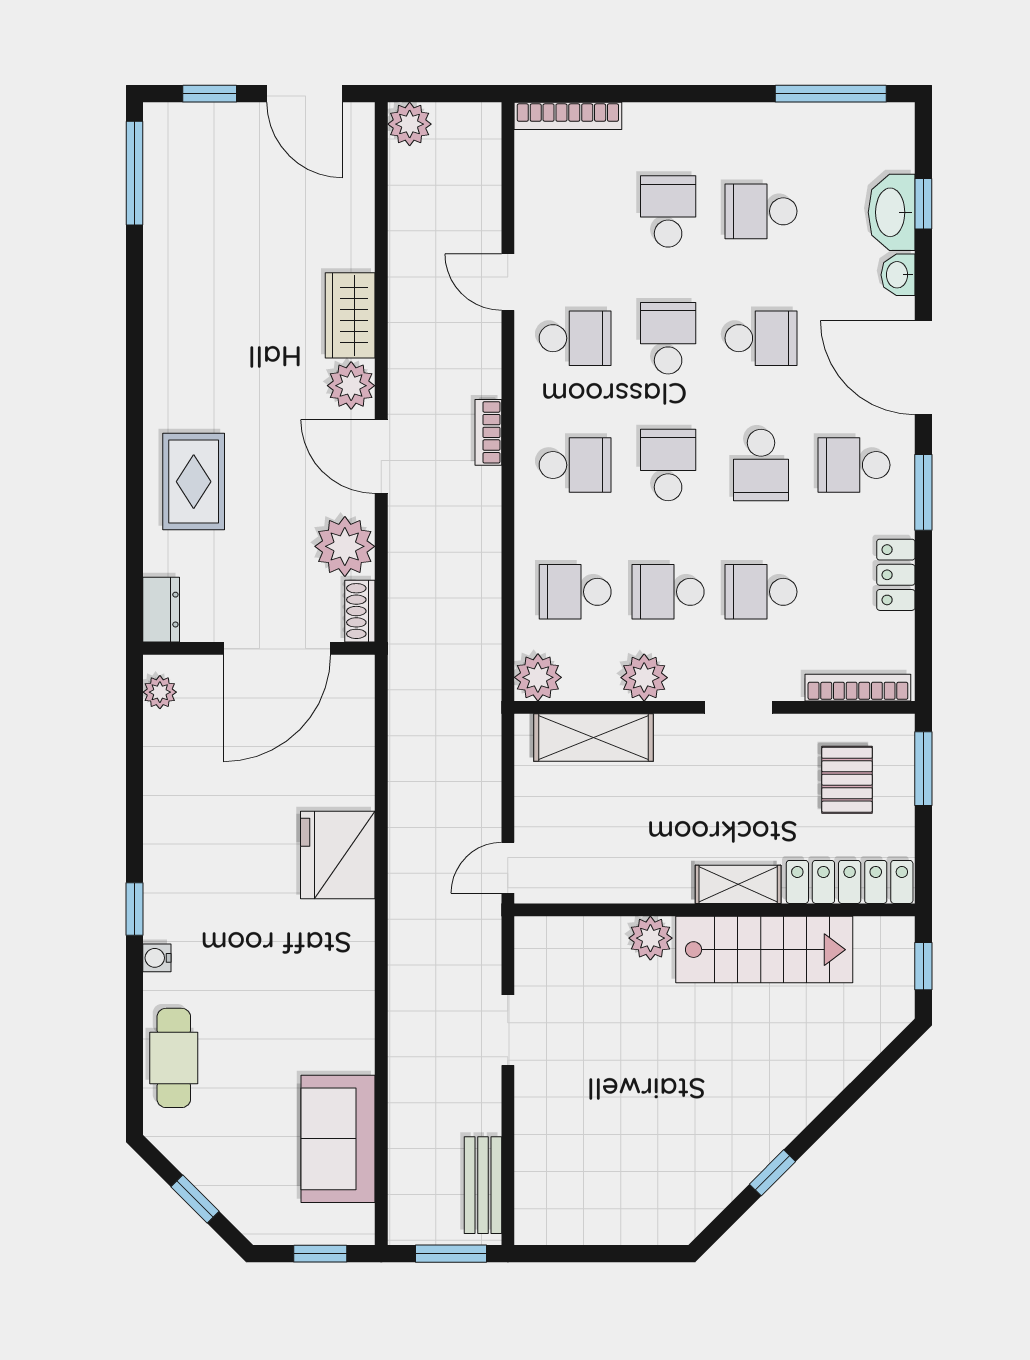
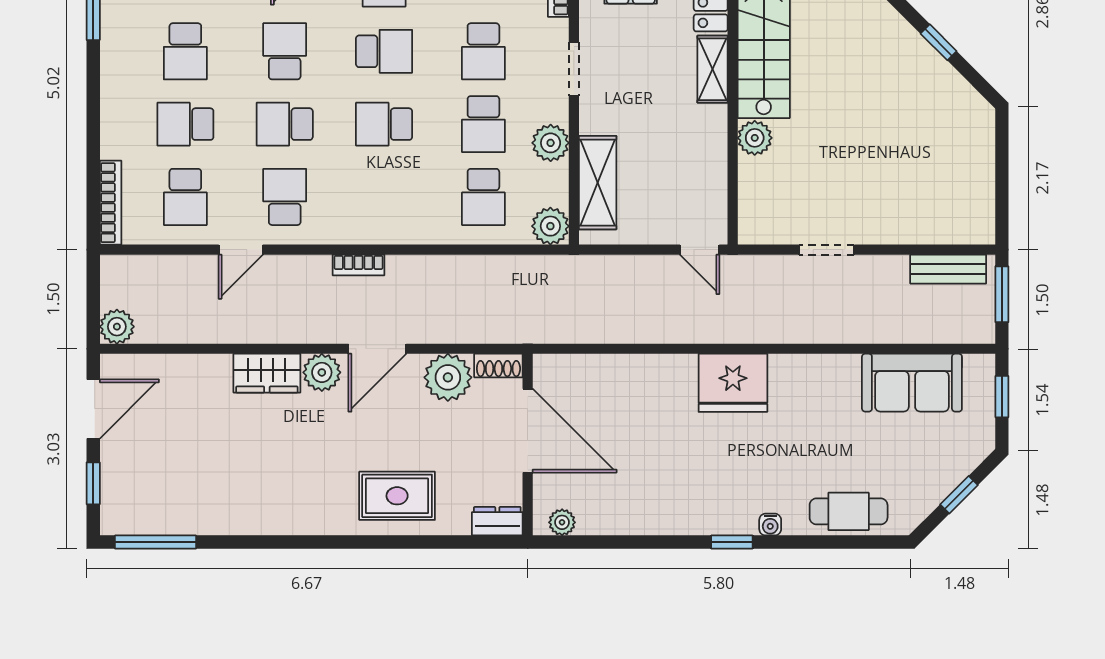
school desk: (575, 465) -> (185, 197), moved, turned 180
fridge: (338, 855) -> (733, 383), moved

